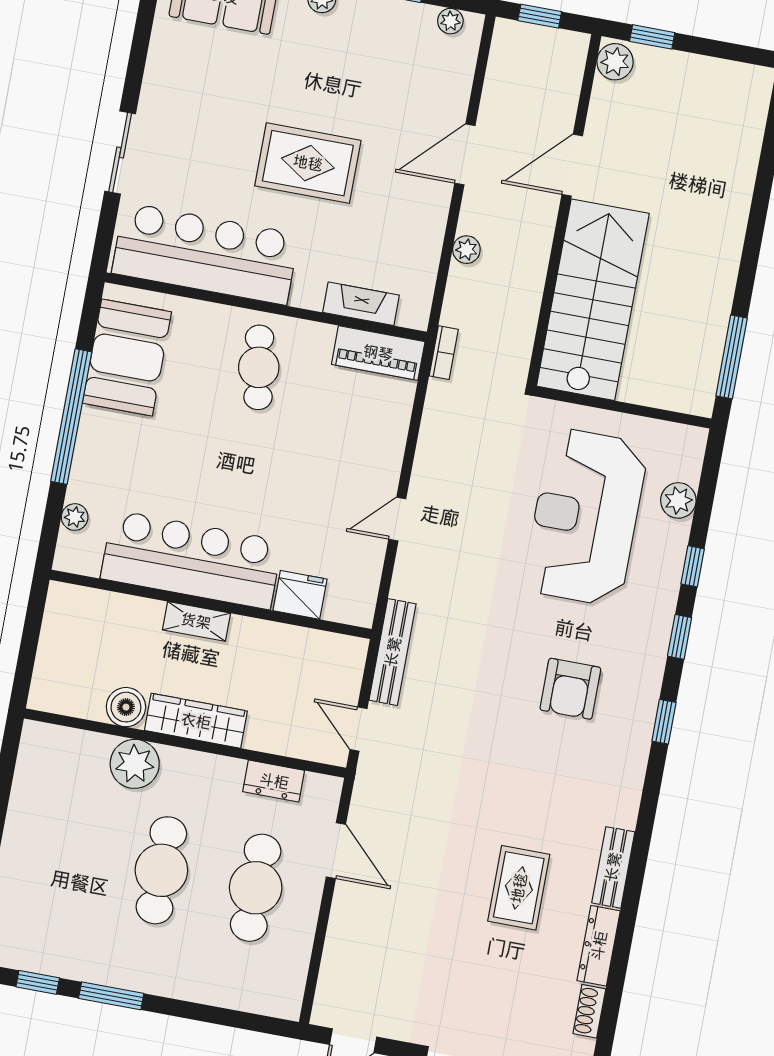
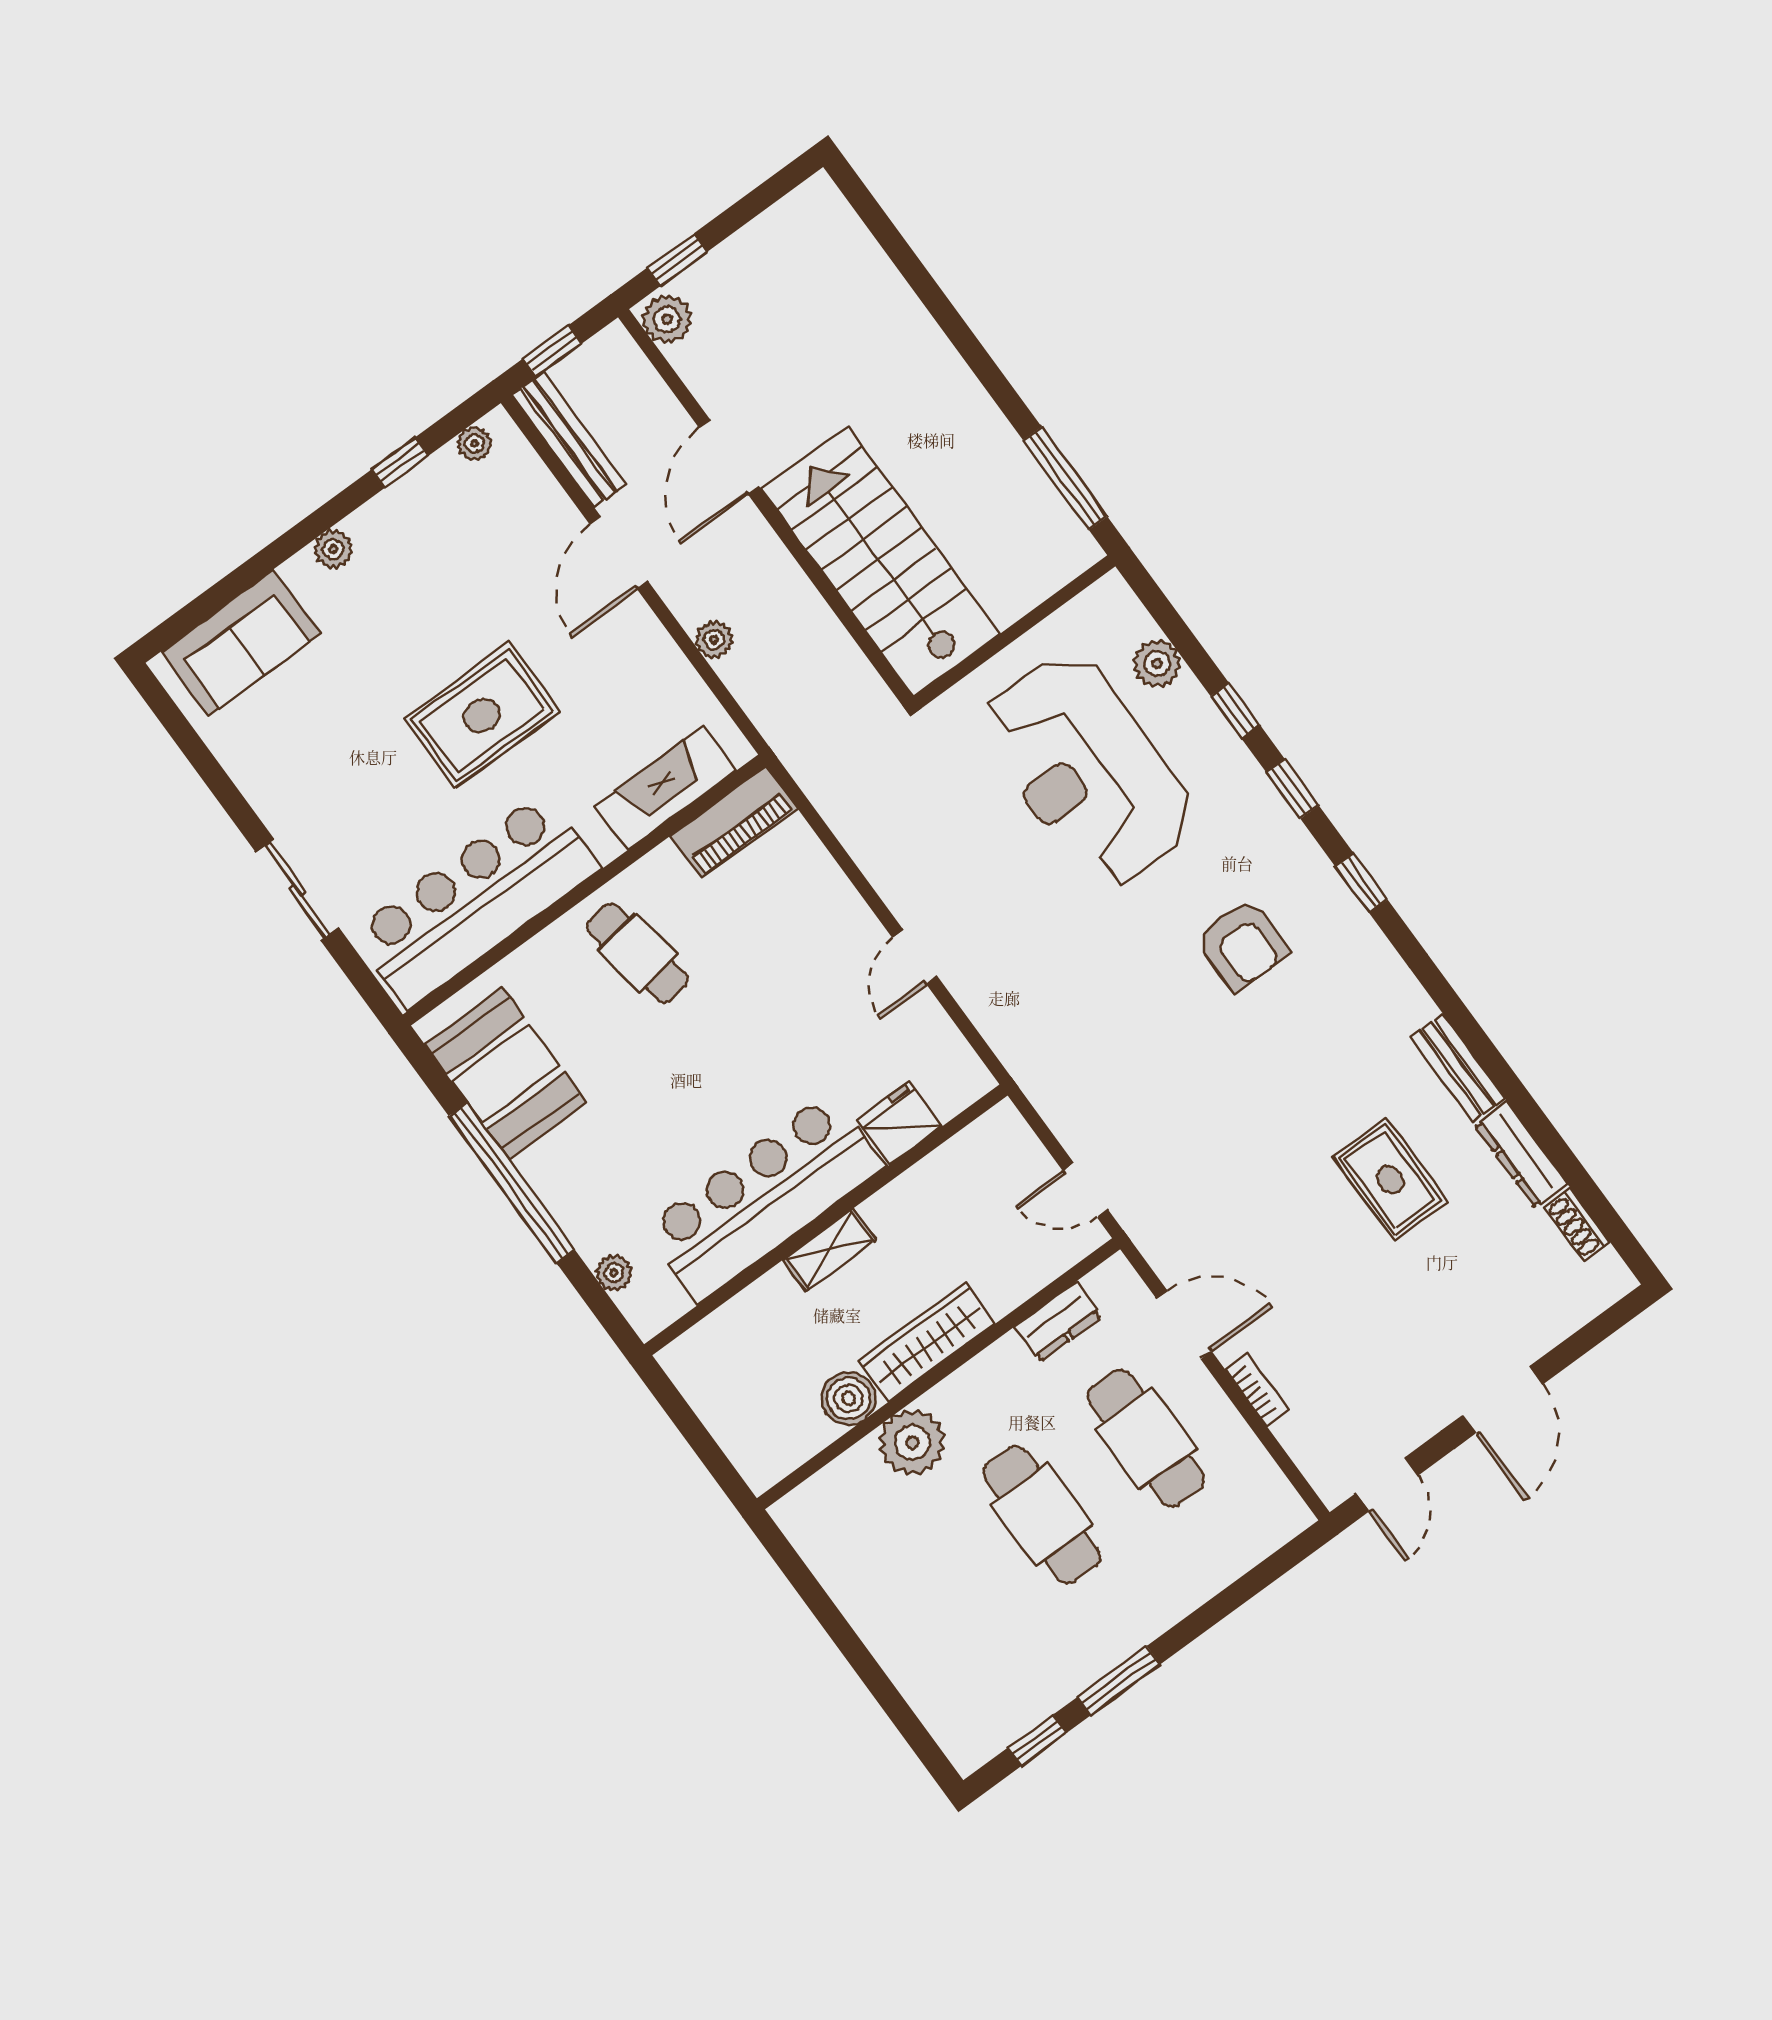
fireplace: (361, 304) -> (666, 788), width x1.37, depth x1.32
bookcase: (444, 353) -> (1257, 1390), moved
bench: (393, 652) -> (569, 440), moved

